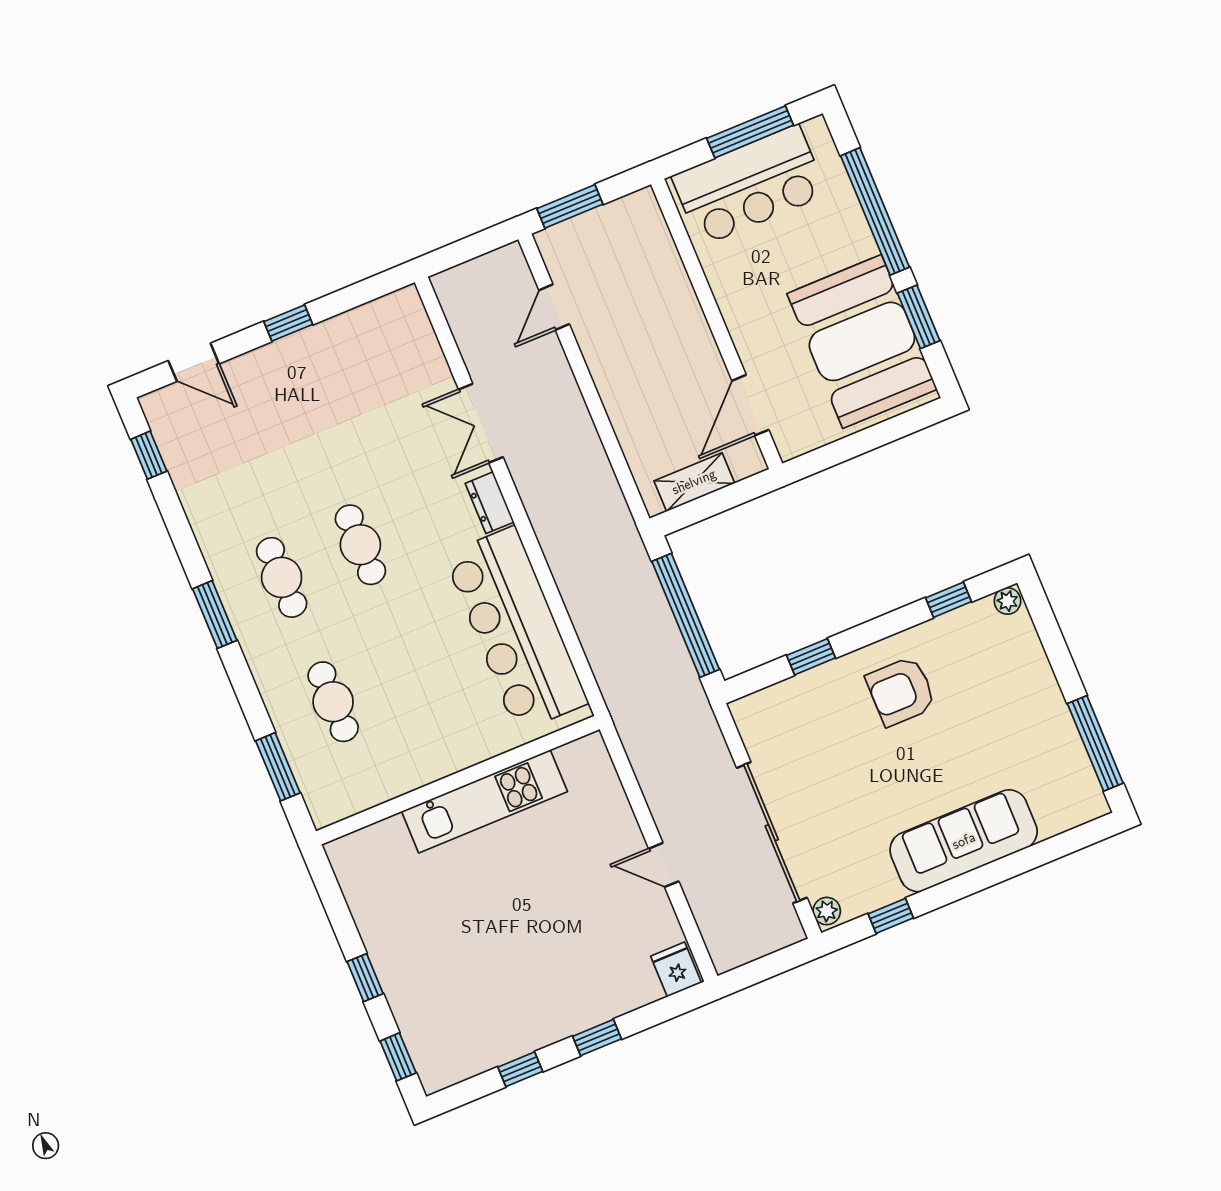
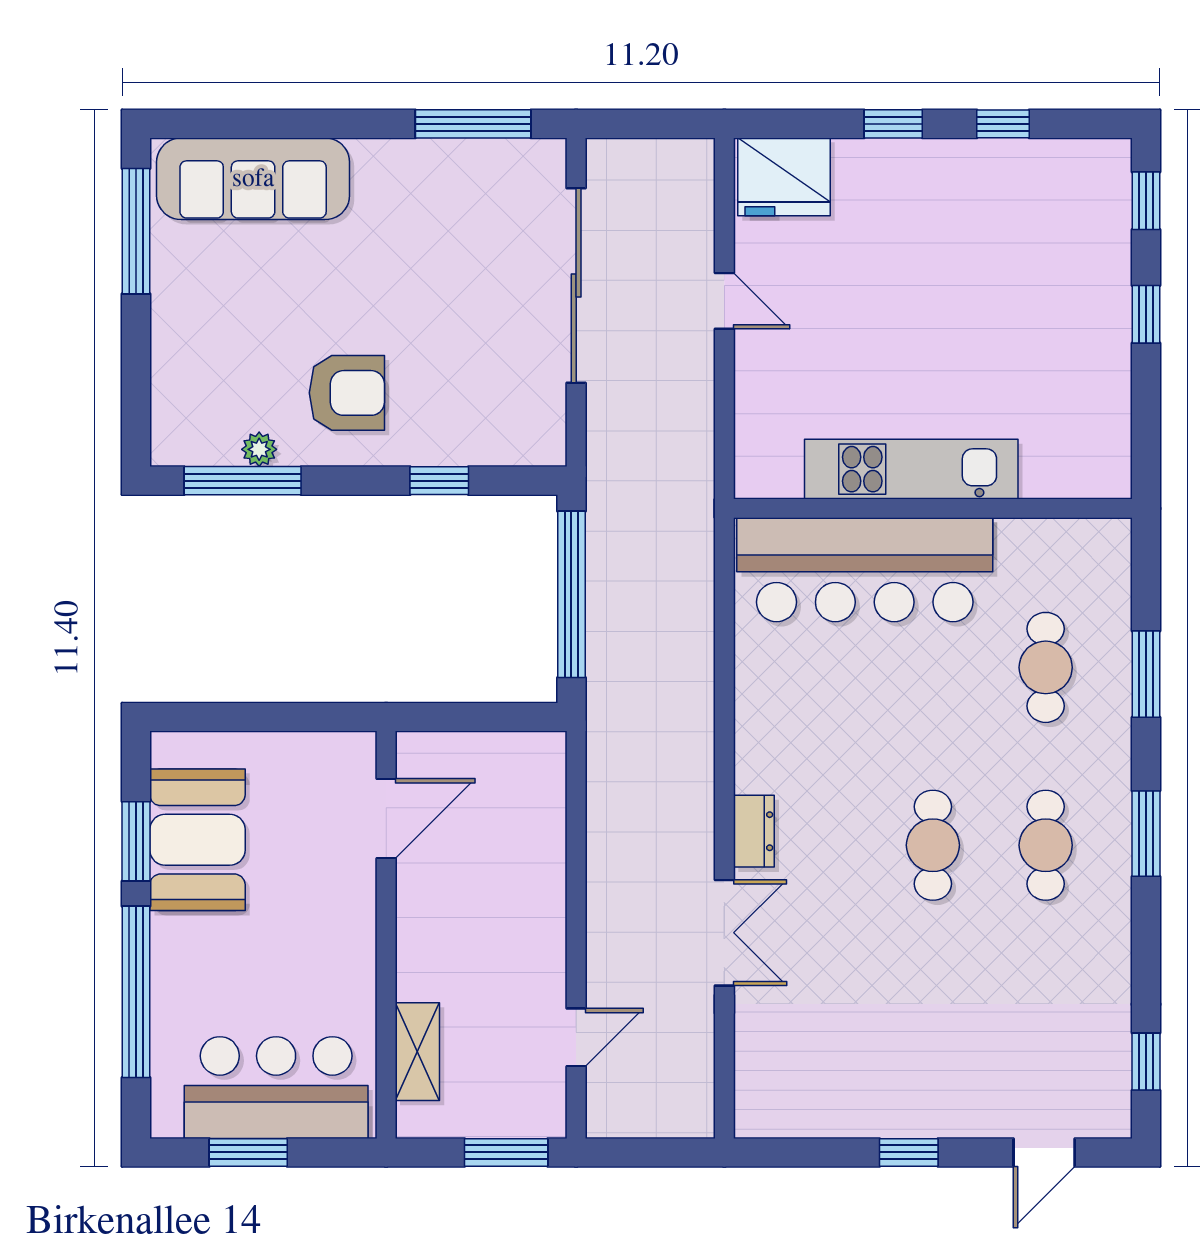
window: (750, 132) -> (248, 1152), width x0.69
booth: (862, 341) -> (197, 840), width x0.73, depth x0.70
door: (194, 362) -> (1044, 1152), swing flipped
shelving: (694, 482) -> (417, 1052), moved, turned 90
window: (948, 600) -> (243, 481), width x2.17
plant: (1007, 601) -> (259, 449), moved
bar counter: (516, 629) -> (865, 570), moved, turned 90
window: (278, 767) -> (1146, 674), moved
sofa: (964, 841) -> (253, 179), moved
plant: (827, 911) -> (549, 162), removed
window: (891, 916) -> (473, 124), width x2.17
fridge: (676, 969) -> (784, 177), width x1.88, depth x1.34

